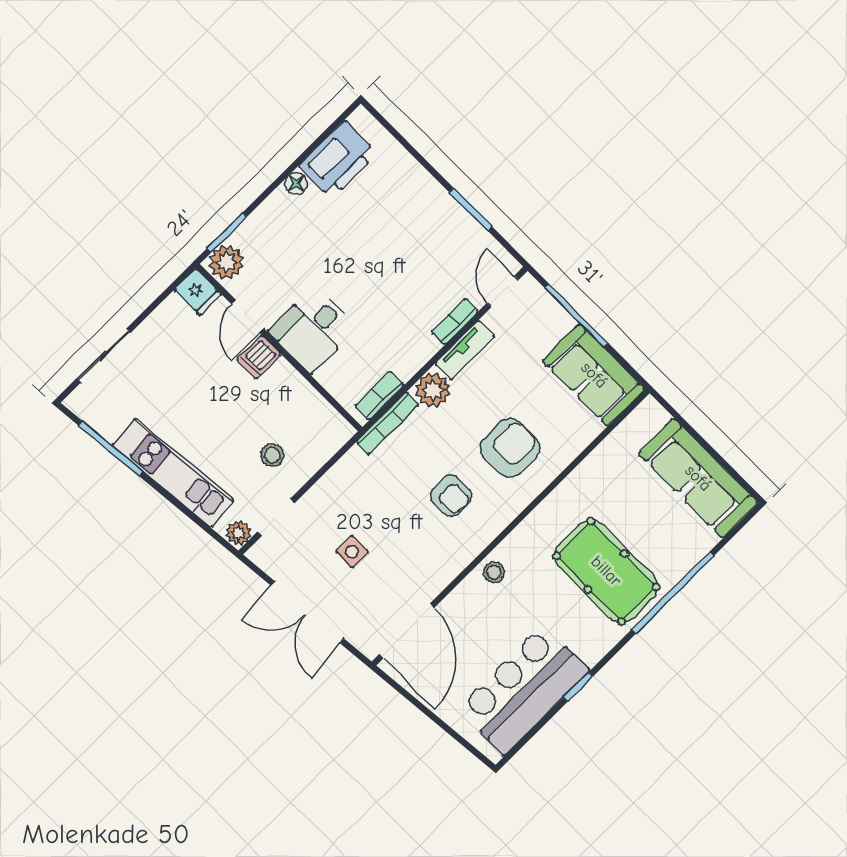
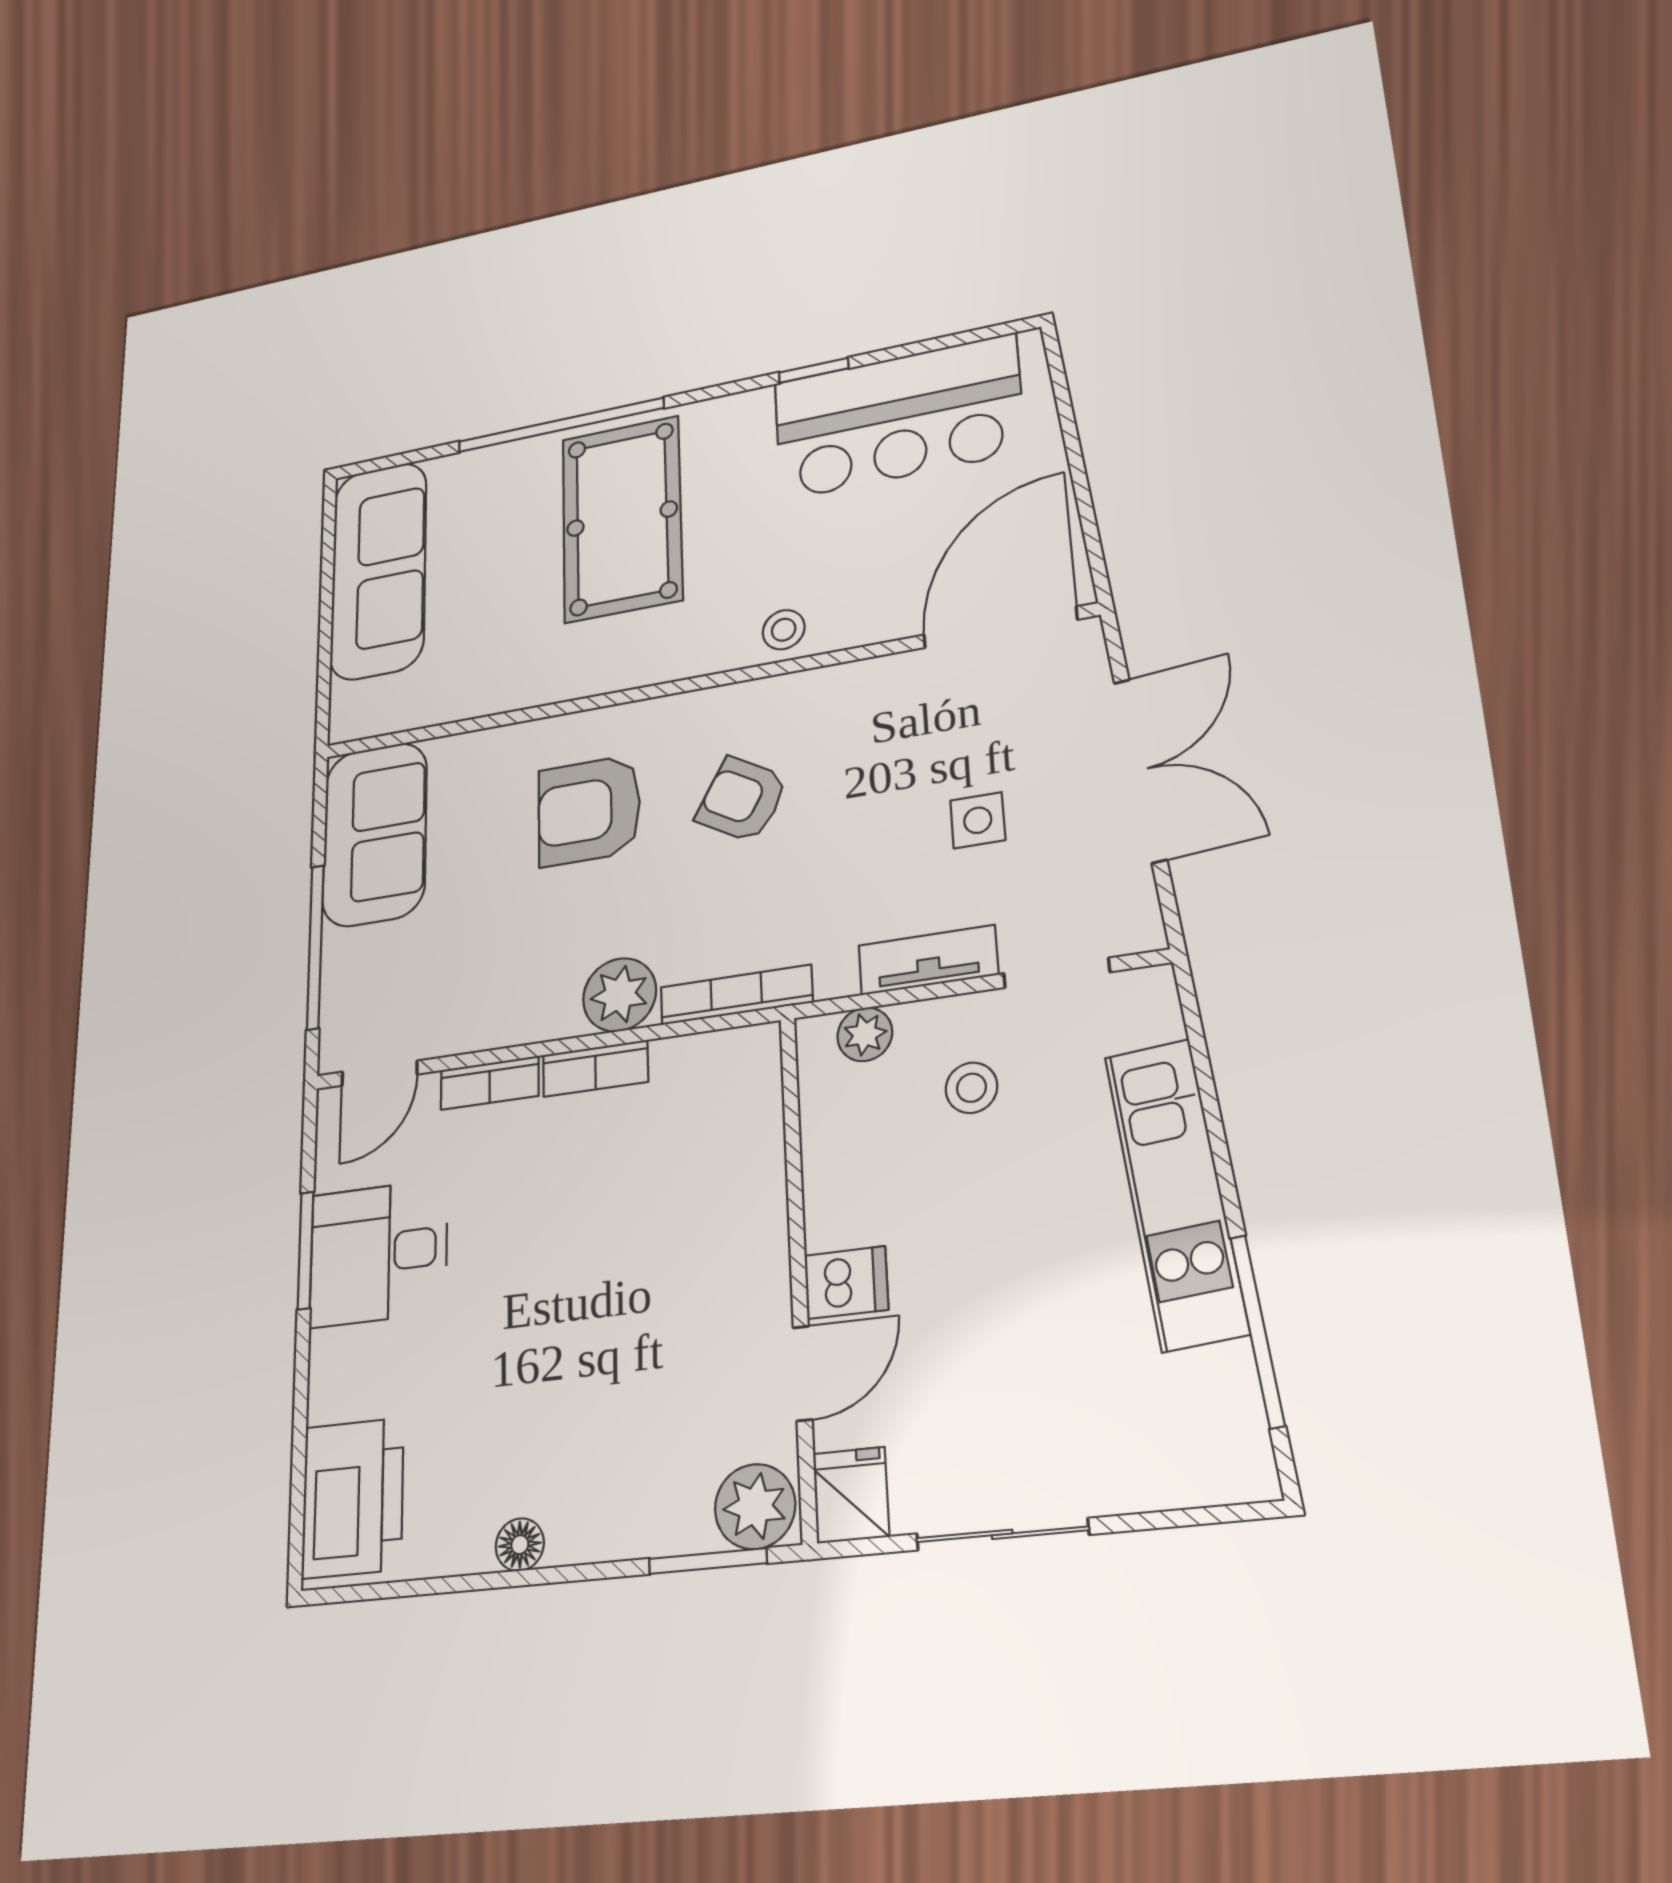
printer: (338, 160) -> (353, 1498), moved, turned 90
desk: (313, 330) -> (378, 1253), moved, turned 180
tv unit: (465, 350) -> (928, 960), moved
sliding door: (103, 356) -> (1002, 1534), moved
bookcase: (380, 396) -> (595, 1068), moved
armchair: (451, 496) -> (742, 799), turned -60
plant: (238, 533) -> (865, 1034), moved

